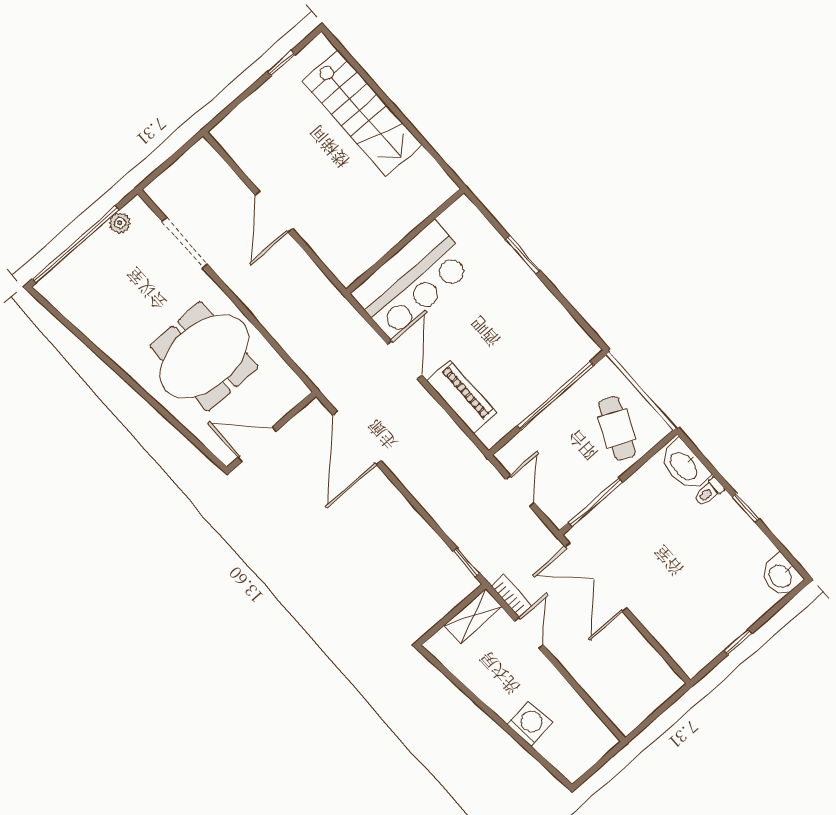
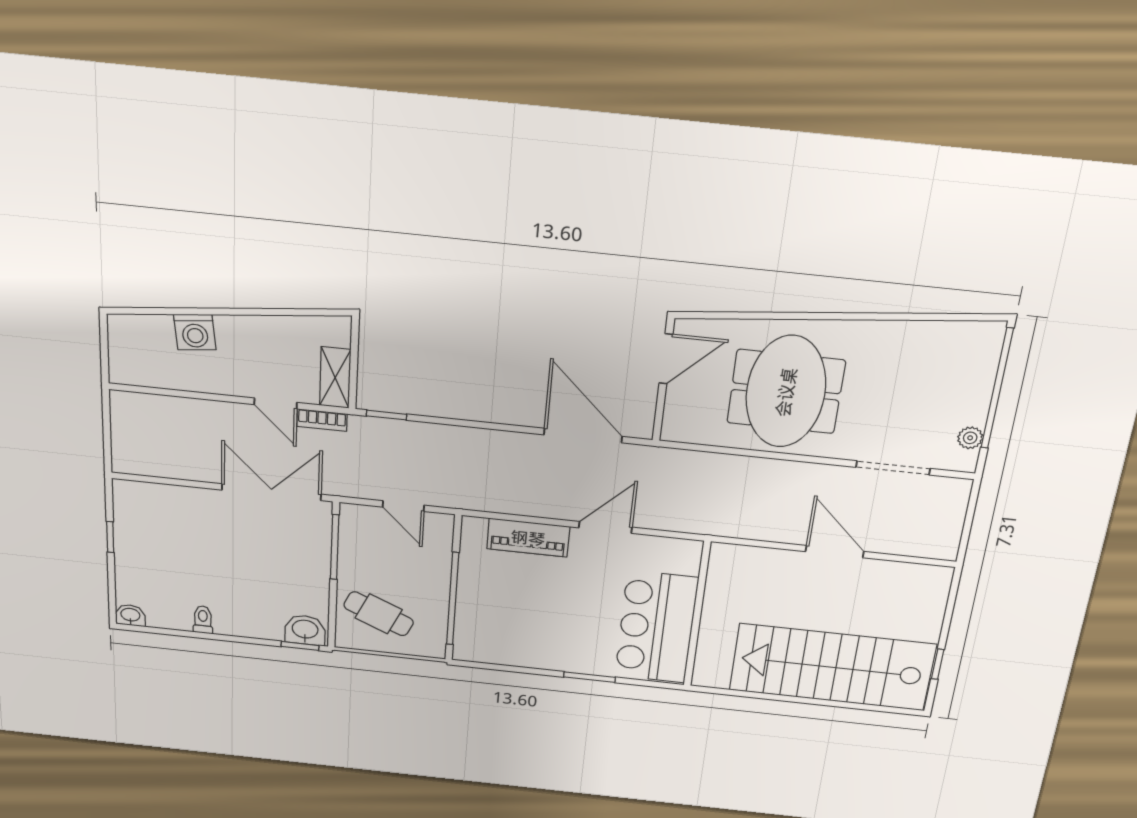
stairs: (362, 113) -> (832, 667), width x1.36, depth x1.51
bar counter: (413, 280) -> (656, 627), moved
door: (404, 360) -> (605, 527), swing flipped
washbasin: (684, 465) -> (305, 630), width x0.72
toilet: (709, 492) -> (203, 620), moved
window: (746, 508) -> (300, 646), moved
washbasin: (781, 576) -> (130, 615), width x0.72, depth x0.69

